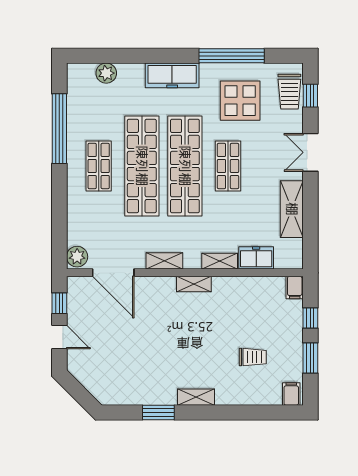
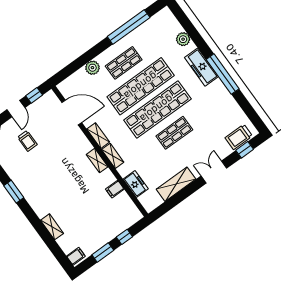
window: (232, 56) -> (223, 74), moved
plant: (106, 73) -> (183, 39), moved
display table: (240, 101) -> (214, 114), removed
plant: (77, 257) -> (92, 68), moved
shelving: (220, 261) -> (113, 156), moved
door: (113, 273) -> (72, 112), swing flipped
filing cabinet: (295, 288) -> (115, 189), moved
trolley: (253, 357) -> (27, 141), moved
shelving: (196, 397) -> (52, 227), moved

